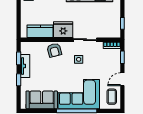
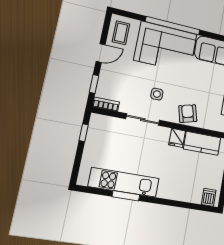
fridge: (63, 30) -> (177, 138), width x0.53, depth x0.75

